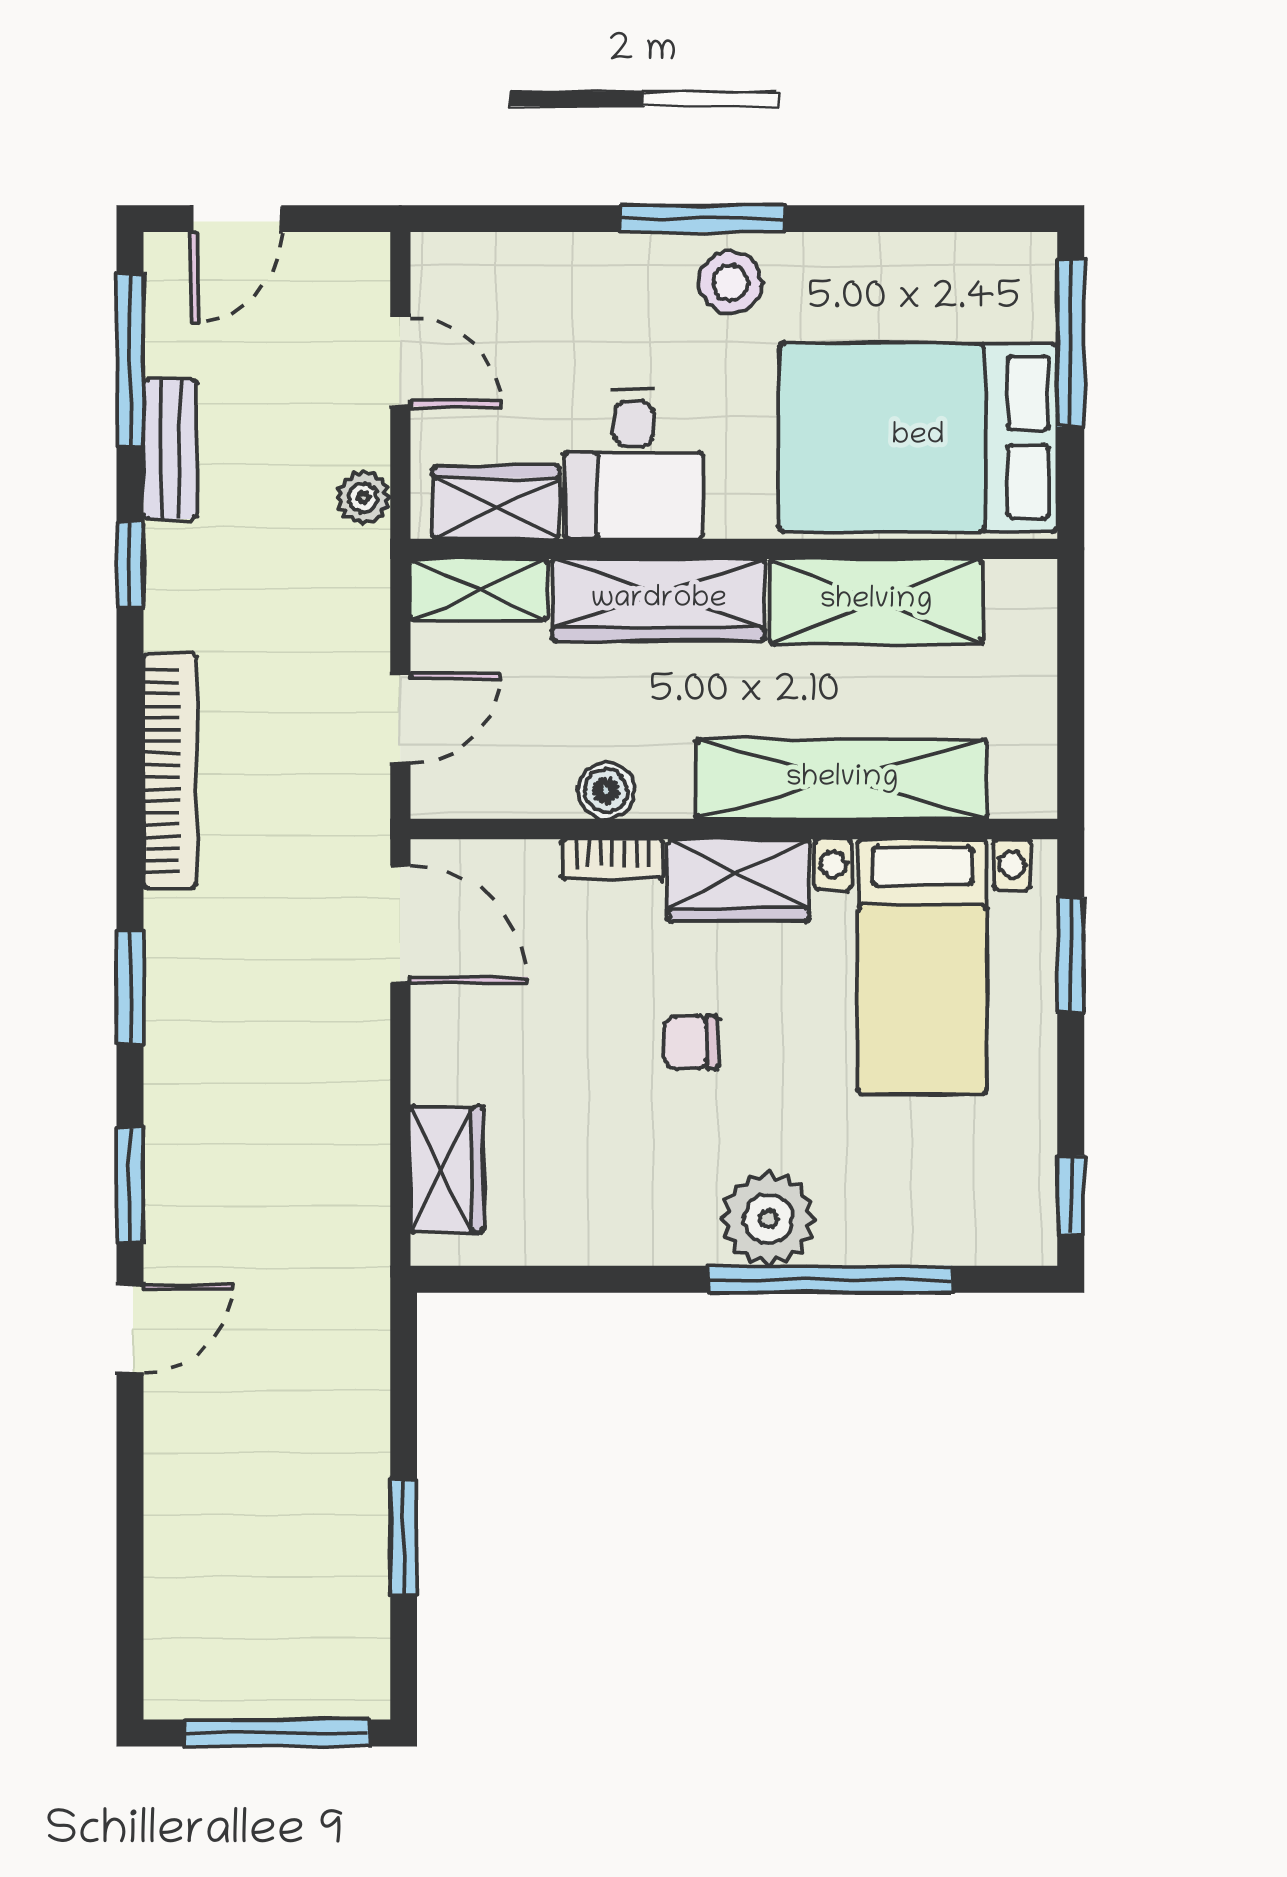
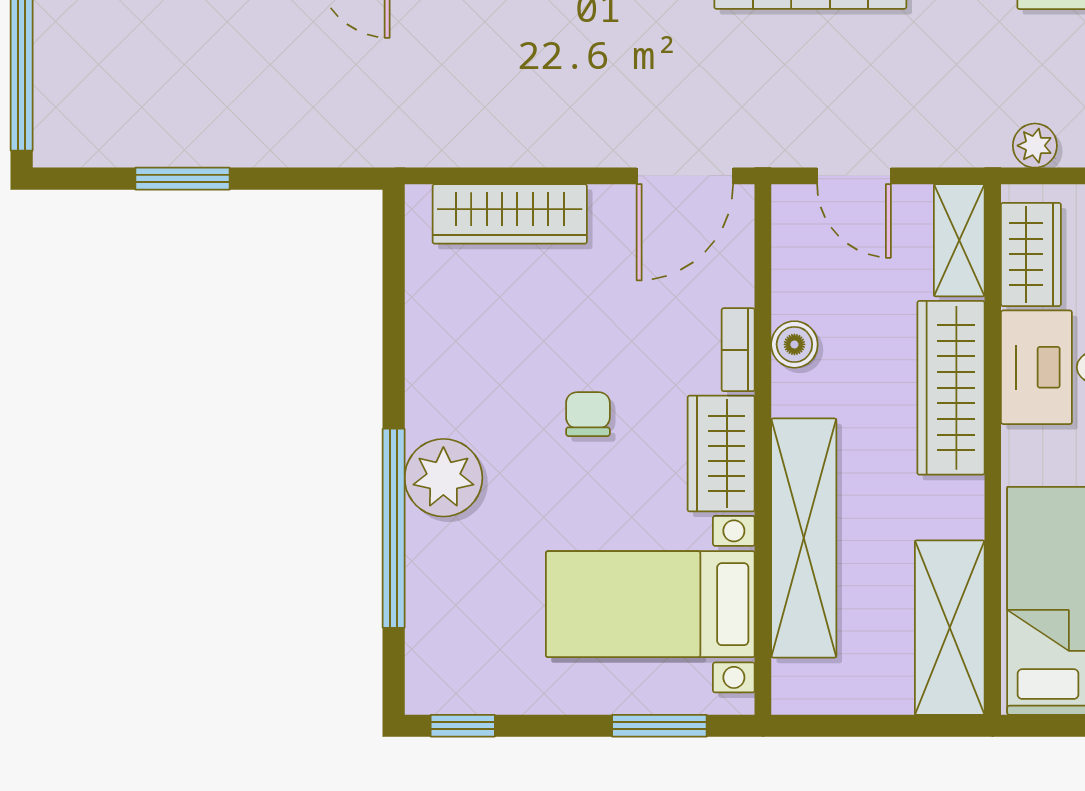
shelving: (876, 601) -> (950, 628), moved
wardrobe: (447, 1169) -> (510, 214), width x1.50

